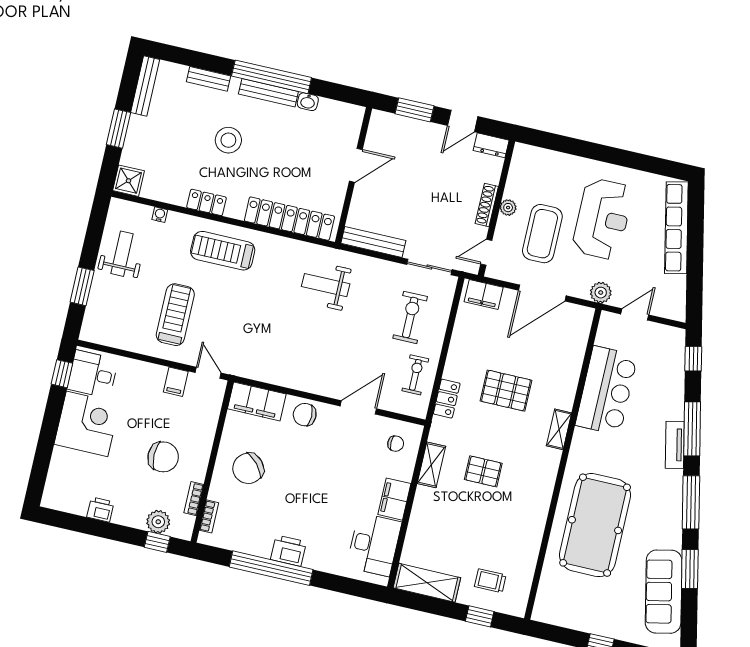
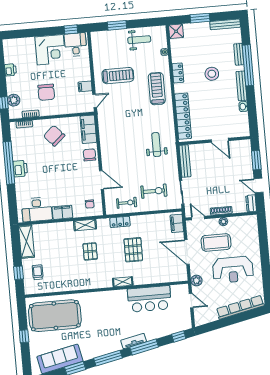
window: (272, 77) -> (248, 65), moved
pool table: (595, 525) -> (55, 316), moved

